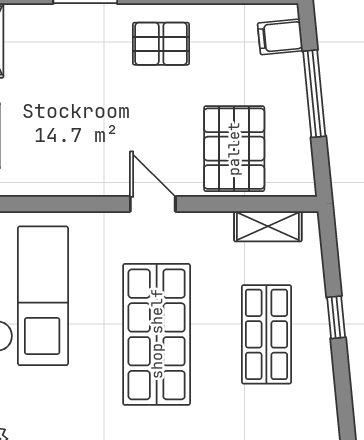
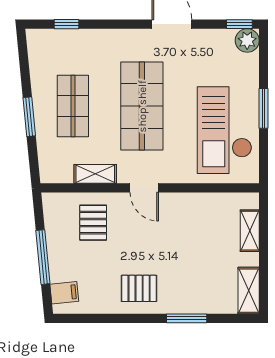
pallet: (234, 149) -> (93, 223), width x0.67, depth x0.71
shelving: (268, 226) -> (95, 174), moved
window: (336, 317) -> (29, 117), width x1.50

